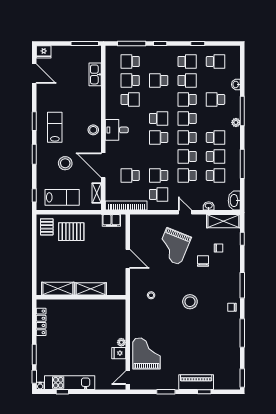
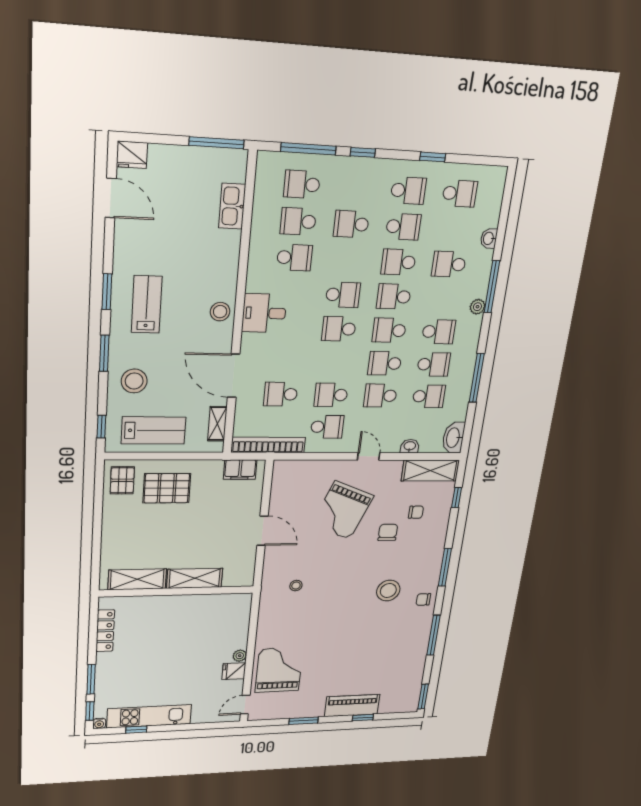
stool: (65, 163) -> (134, 381), moved
stool: (190, 302) -> (388, 591), moved

